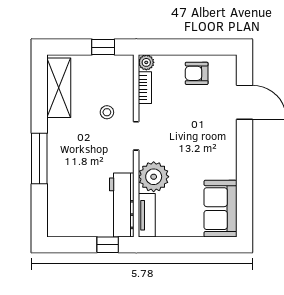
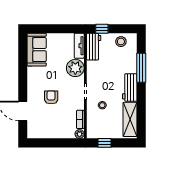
armchair: (197, 73) -> (51, 97), moved, turned -90
workbench: (59, 143) -> (130, 87), added
window: (39, 159) -> (141, 68), moved
workbench: (122, 205) -> (94, 47), width x0.73
stool: (75, 223) -> (121, 42), added

